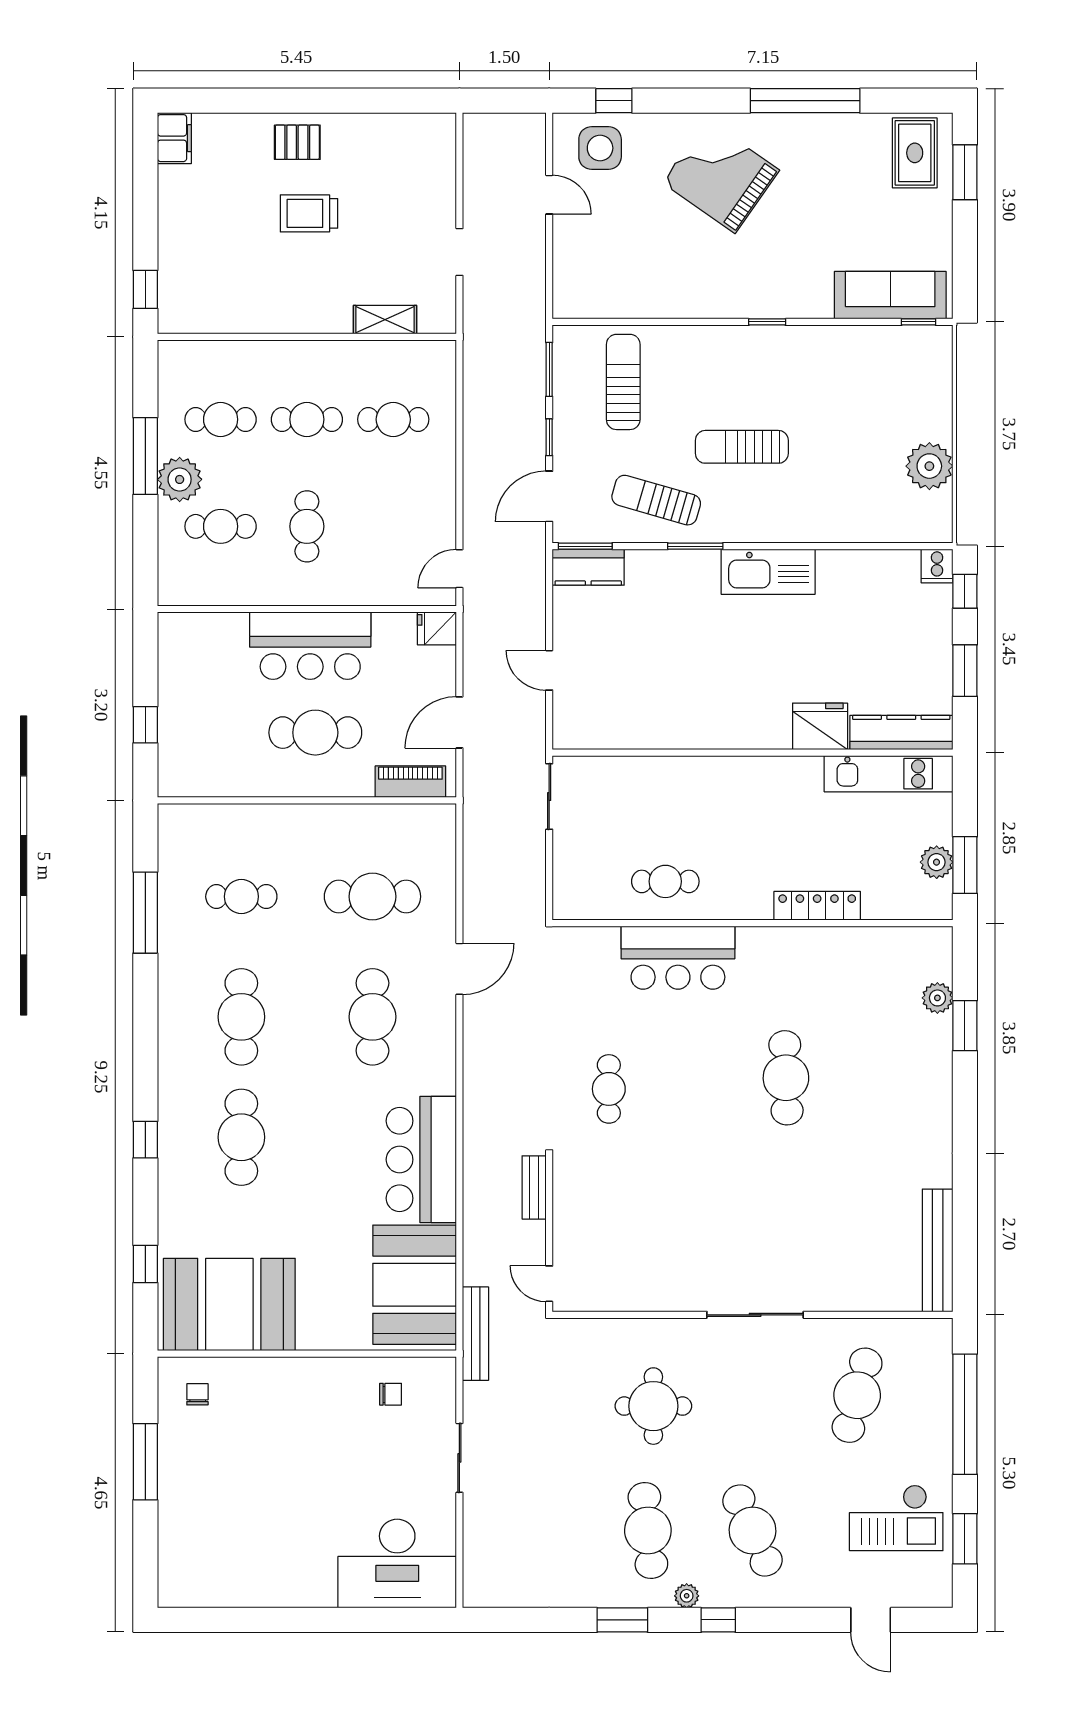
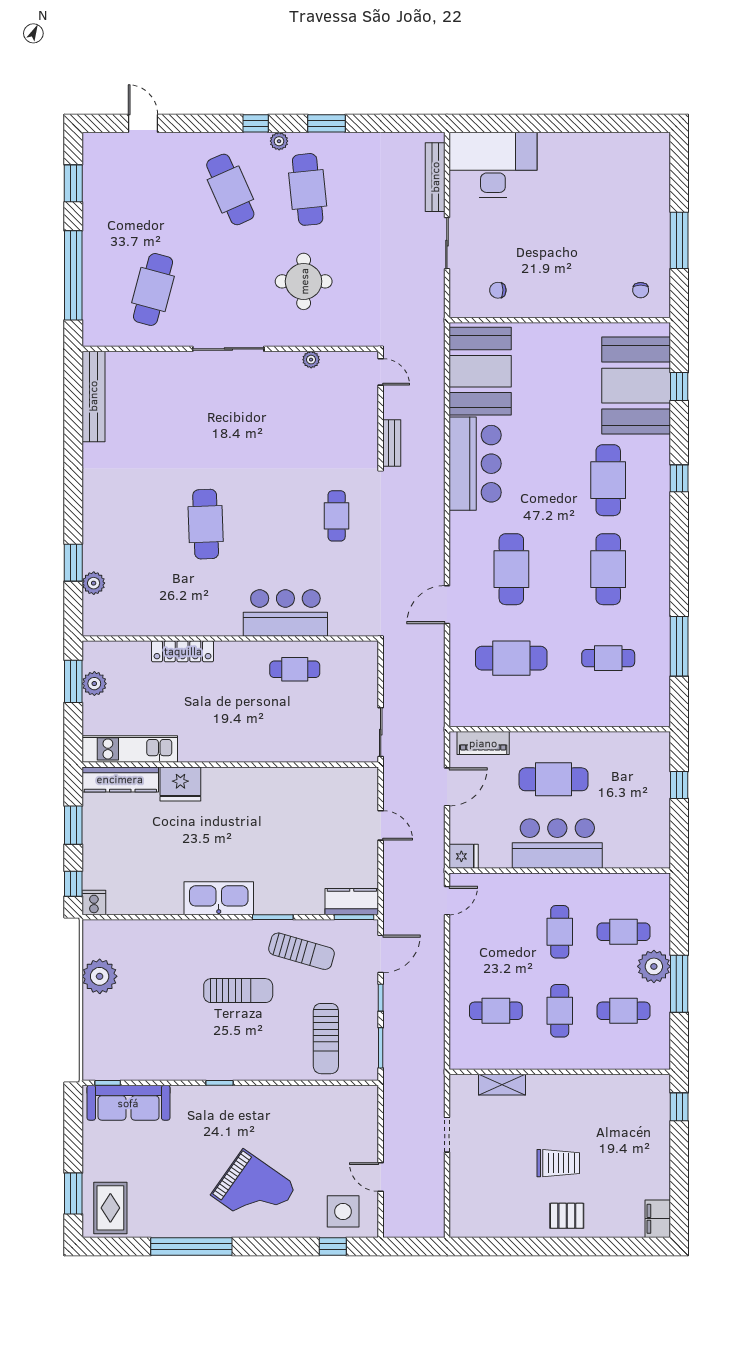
cafe table: (307, 419) -> (560, 1011), turned 90
plant: (643, 1300) -> (311, 360), added
booth: (229, 1305) -> (636, 386), moved, turned 90
bench: (475, 1334) -> (435, 177), moved
checkout: (896, 1518) -> (124, 199), removed

